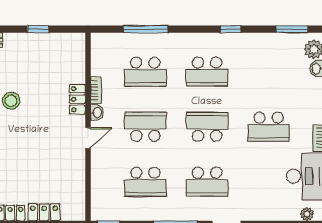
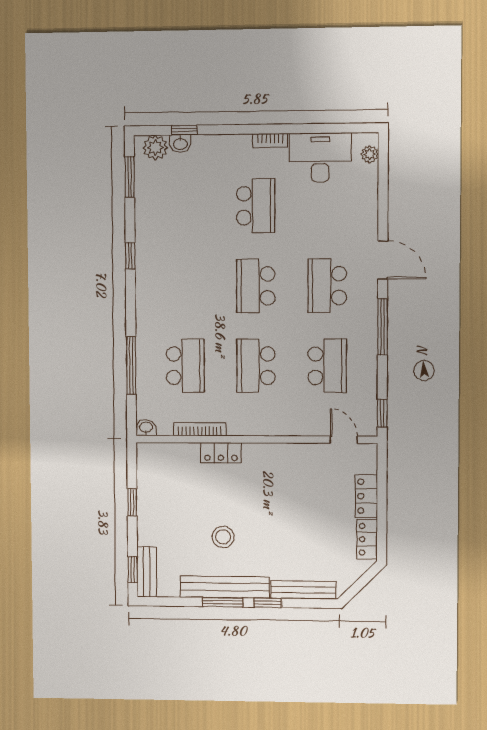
school desk: (207, 72) -> (185, 286), removed
bookcase: (96, 90) -> (200, 429), width x1.56
washbasin: (97, 113) -> (146, 428), moved
door: (88, 138) -> (344, 440), moved
school desk: (207, 182) -> (327, 286), turned 180

